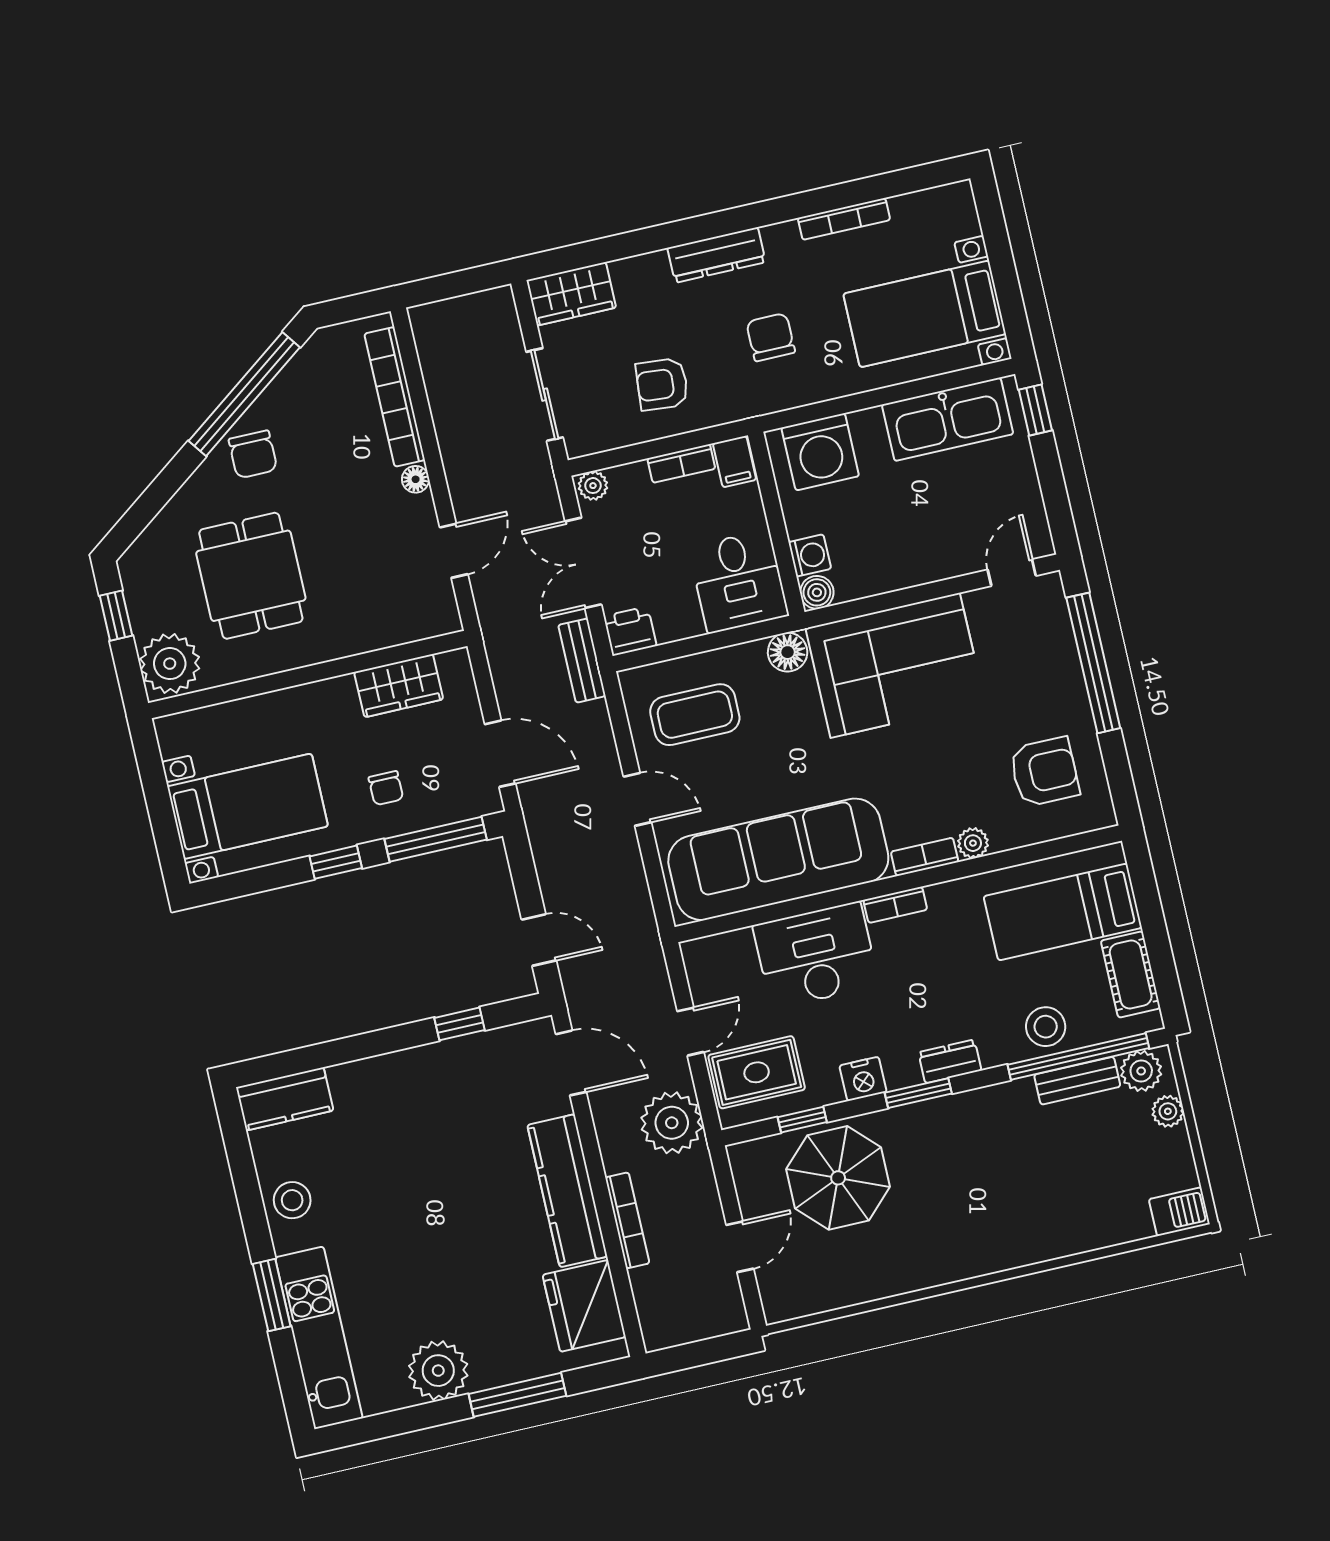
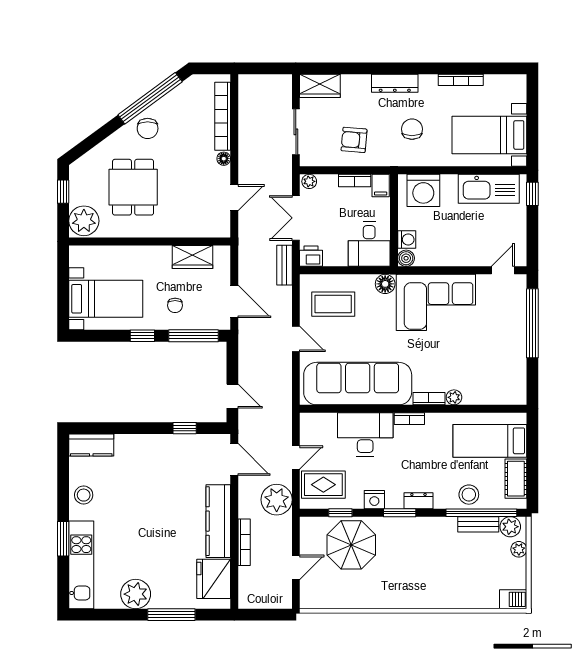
armchair: (1044, 772) -> (497, 371), removed

